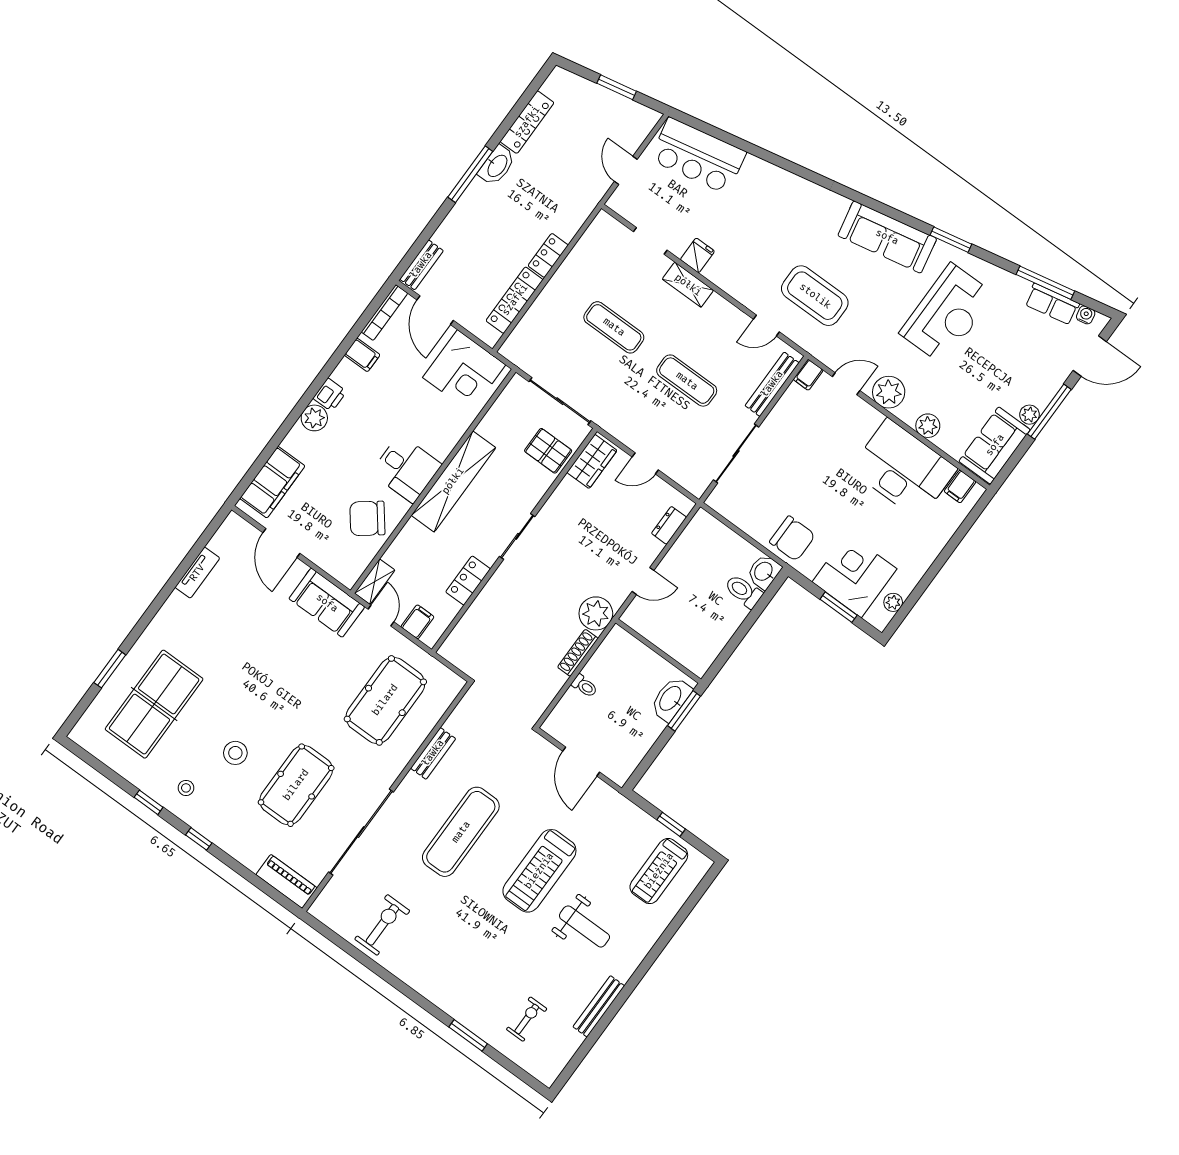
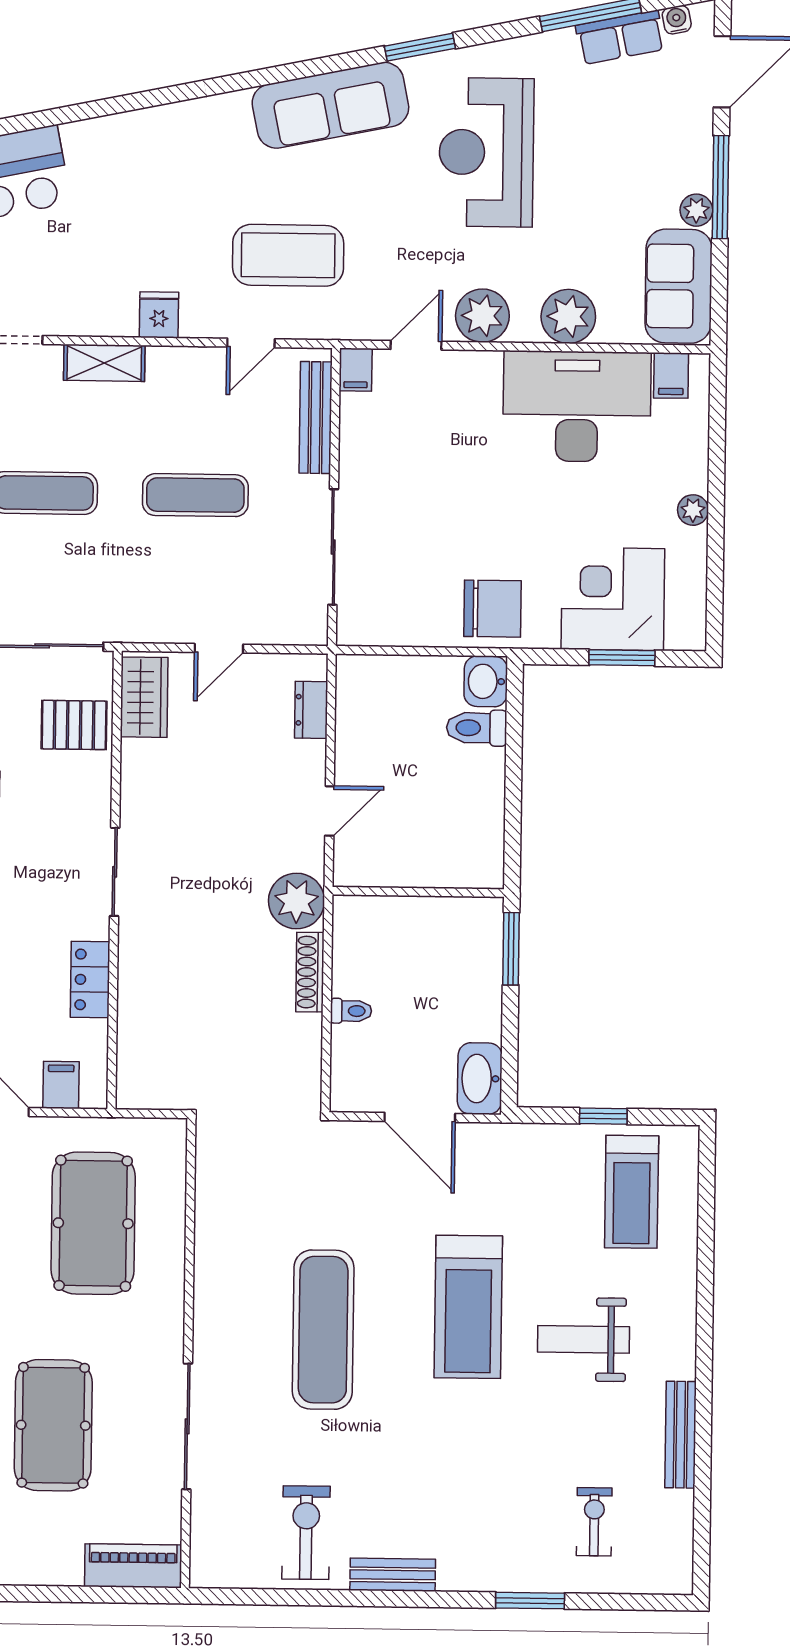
fridge: (697, 255) -> (159, 315), moved
reception desk: (947, 314) -> (486, 152), turned 180
plant: (928, 426) -> (568, 316), width x1.36, depth x1.36
plant: (893, 602) -> (693, 510), moved
washbasin: (671, 699) -> (480, 1079), moved
bench: (433, 753) -> (393, 1575), moved, turned 90
sliding door: (361, 832) -> (187, 1426), width x0.73
weight bench: (584, 926) -> (584, 1339), turned 180

